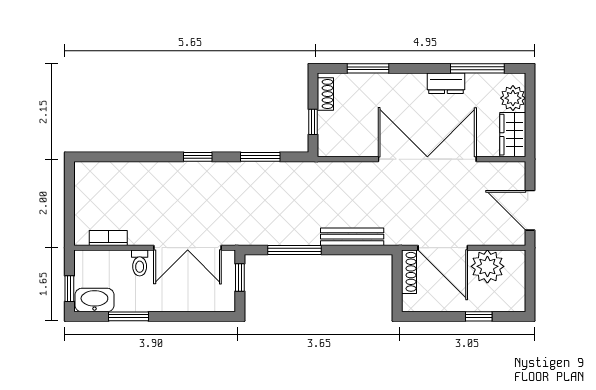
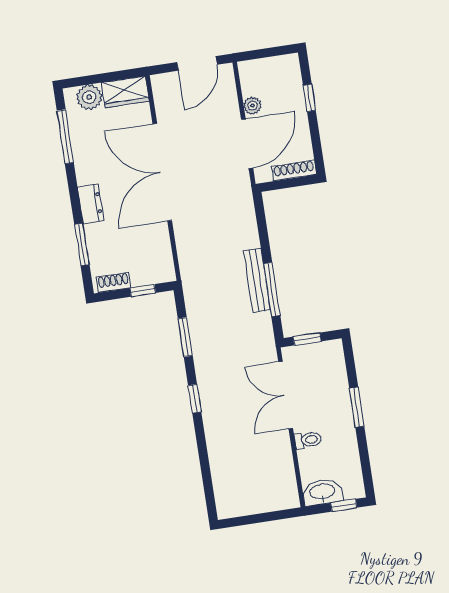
dresser: (446, 83) -> (91, 204), moved
bench: (352, 237) -> (257, 280), moved
bookcase: (108, 238) -> (288, 475), removed
double door: (188, 248) -> (286, 395), swing flipped
plant: (487, 266) -> (252, 106), width x0.53, depth x0.53
shoe rack: (409, 272) -> (294, 171), moved
washbasin: (94, 300) -> (322, 492), moved, turned 90
window: (128, 316) -> (357, 407), moved

